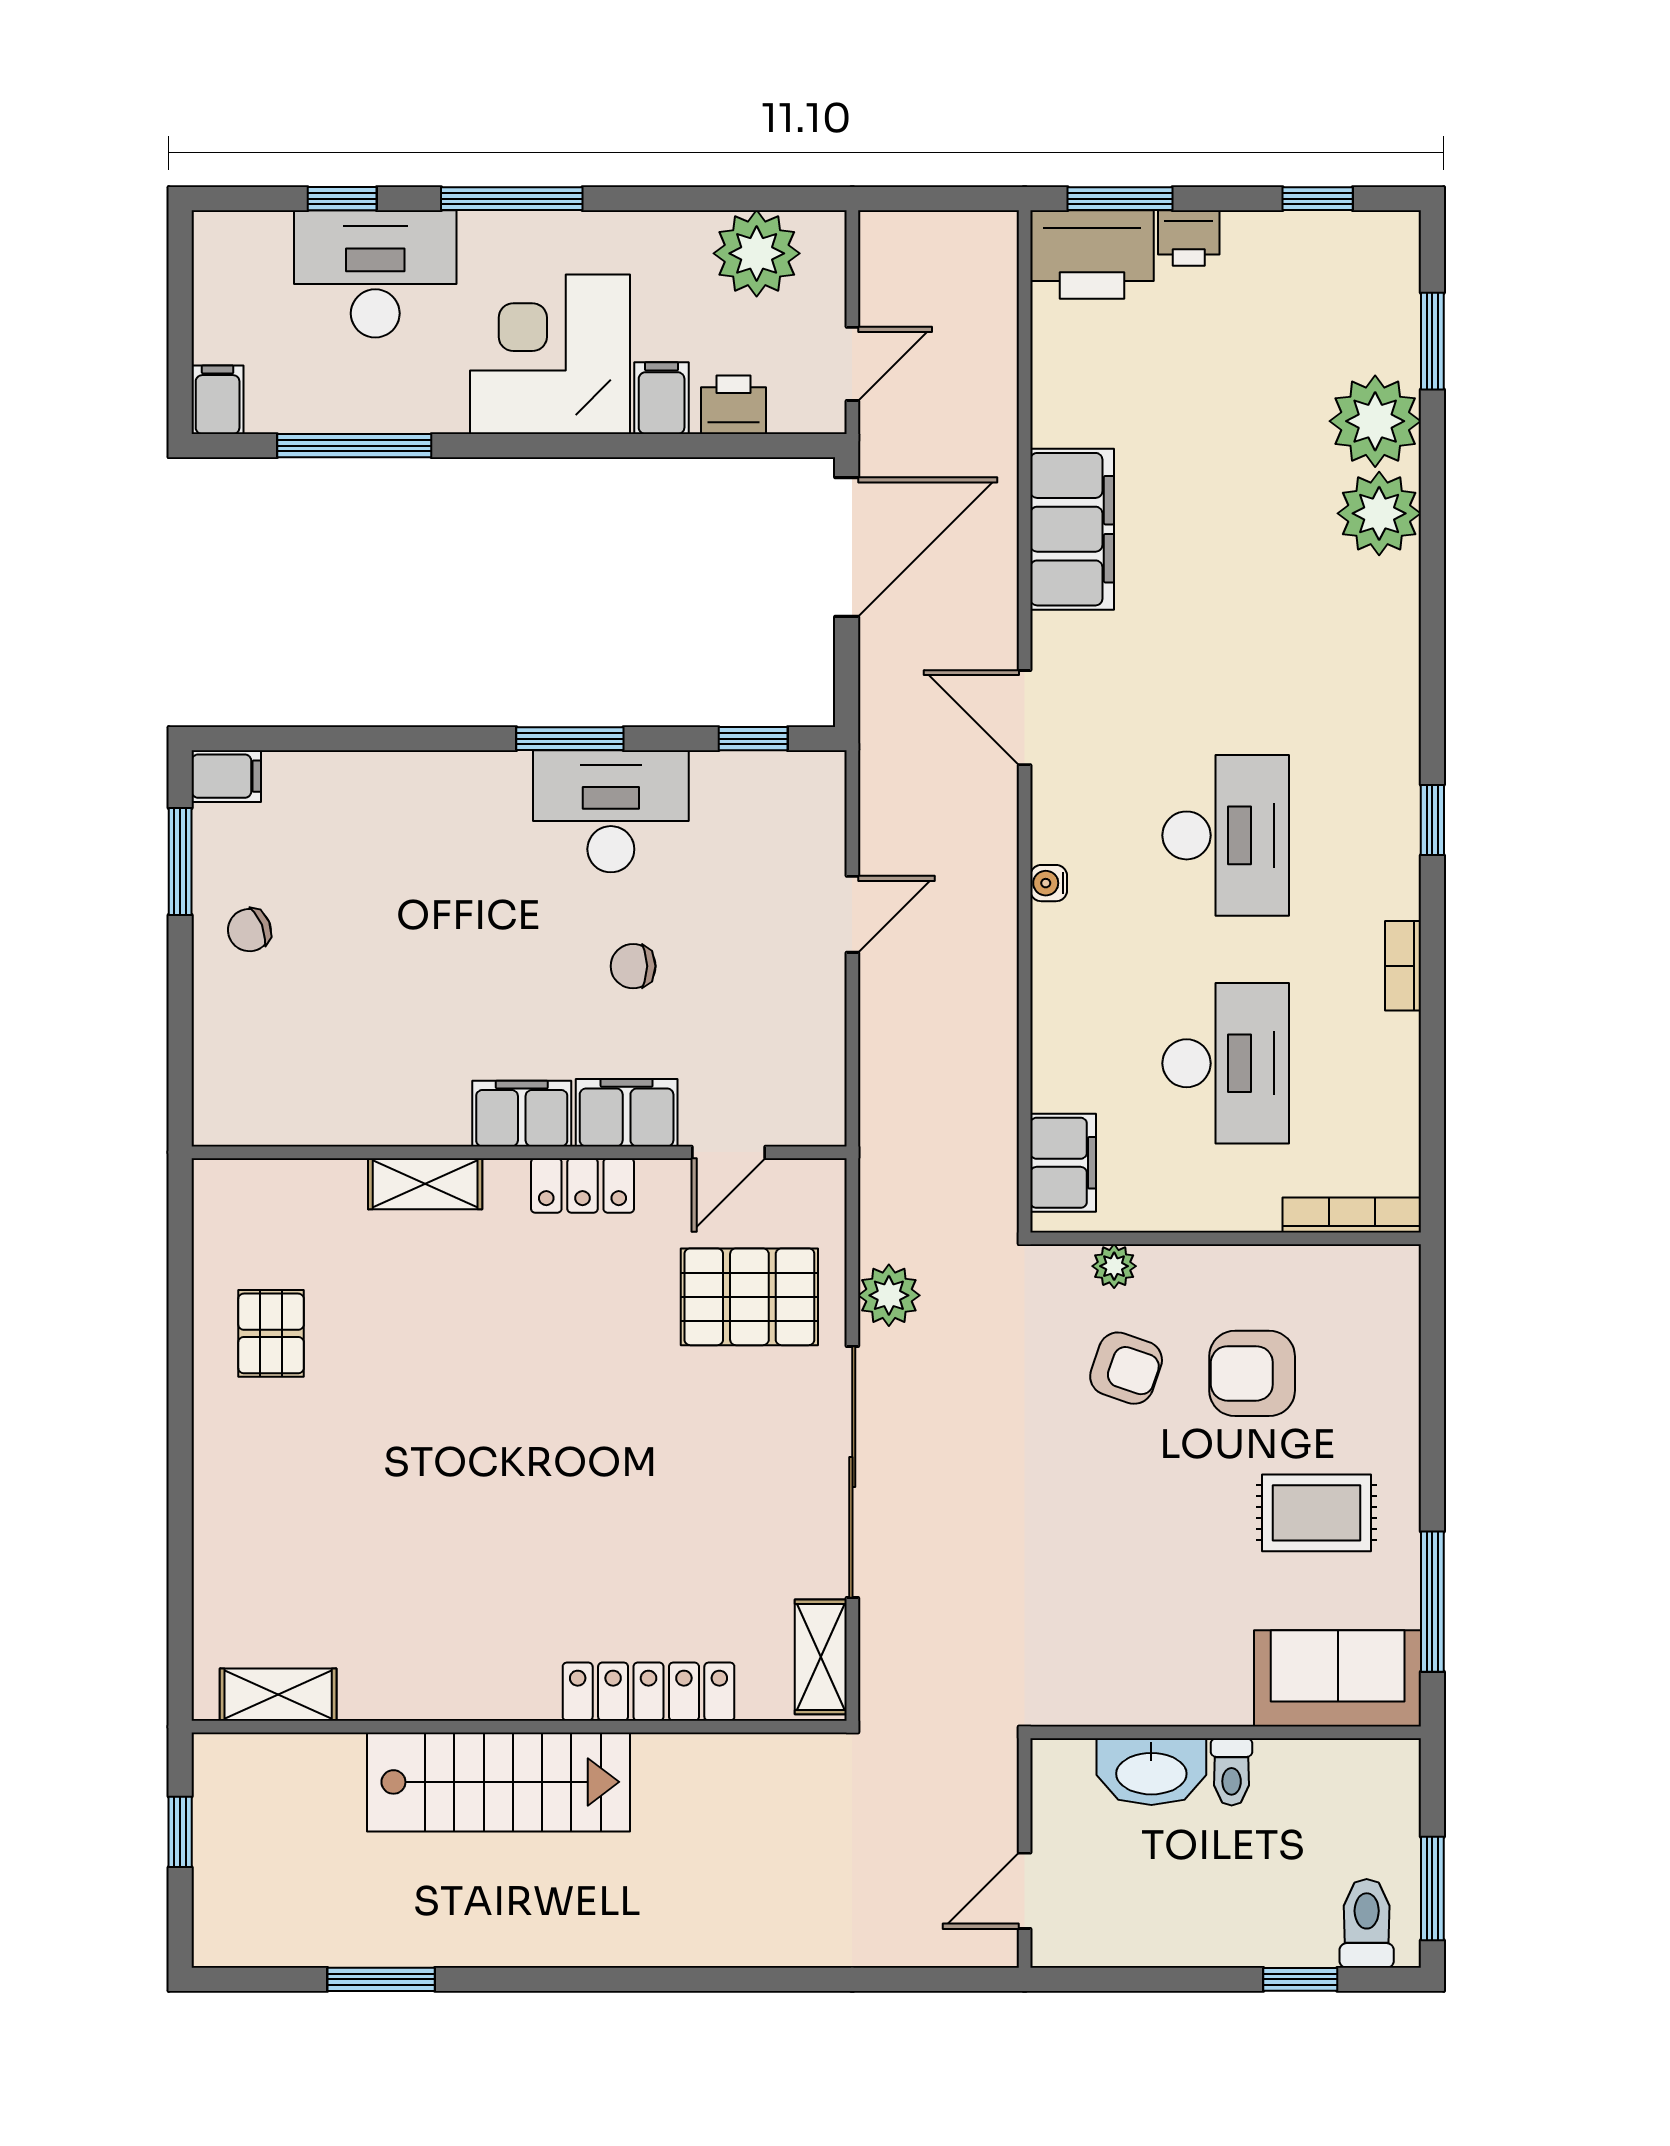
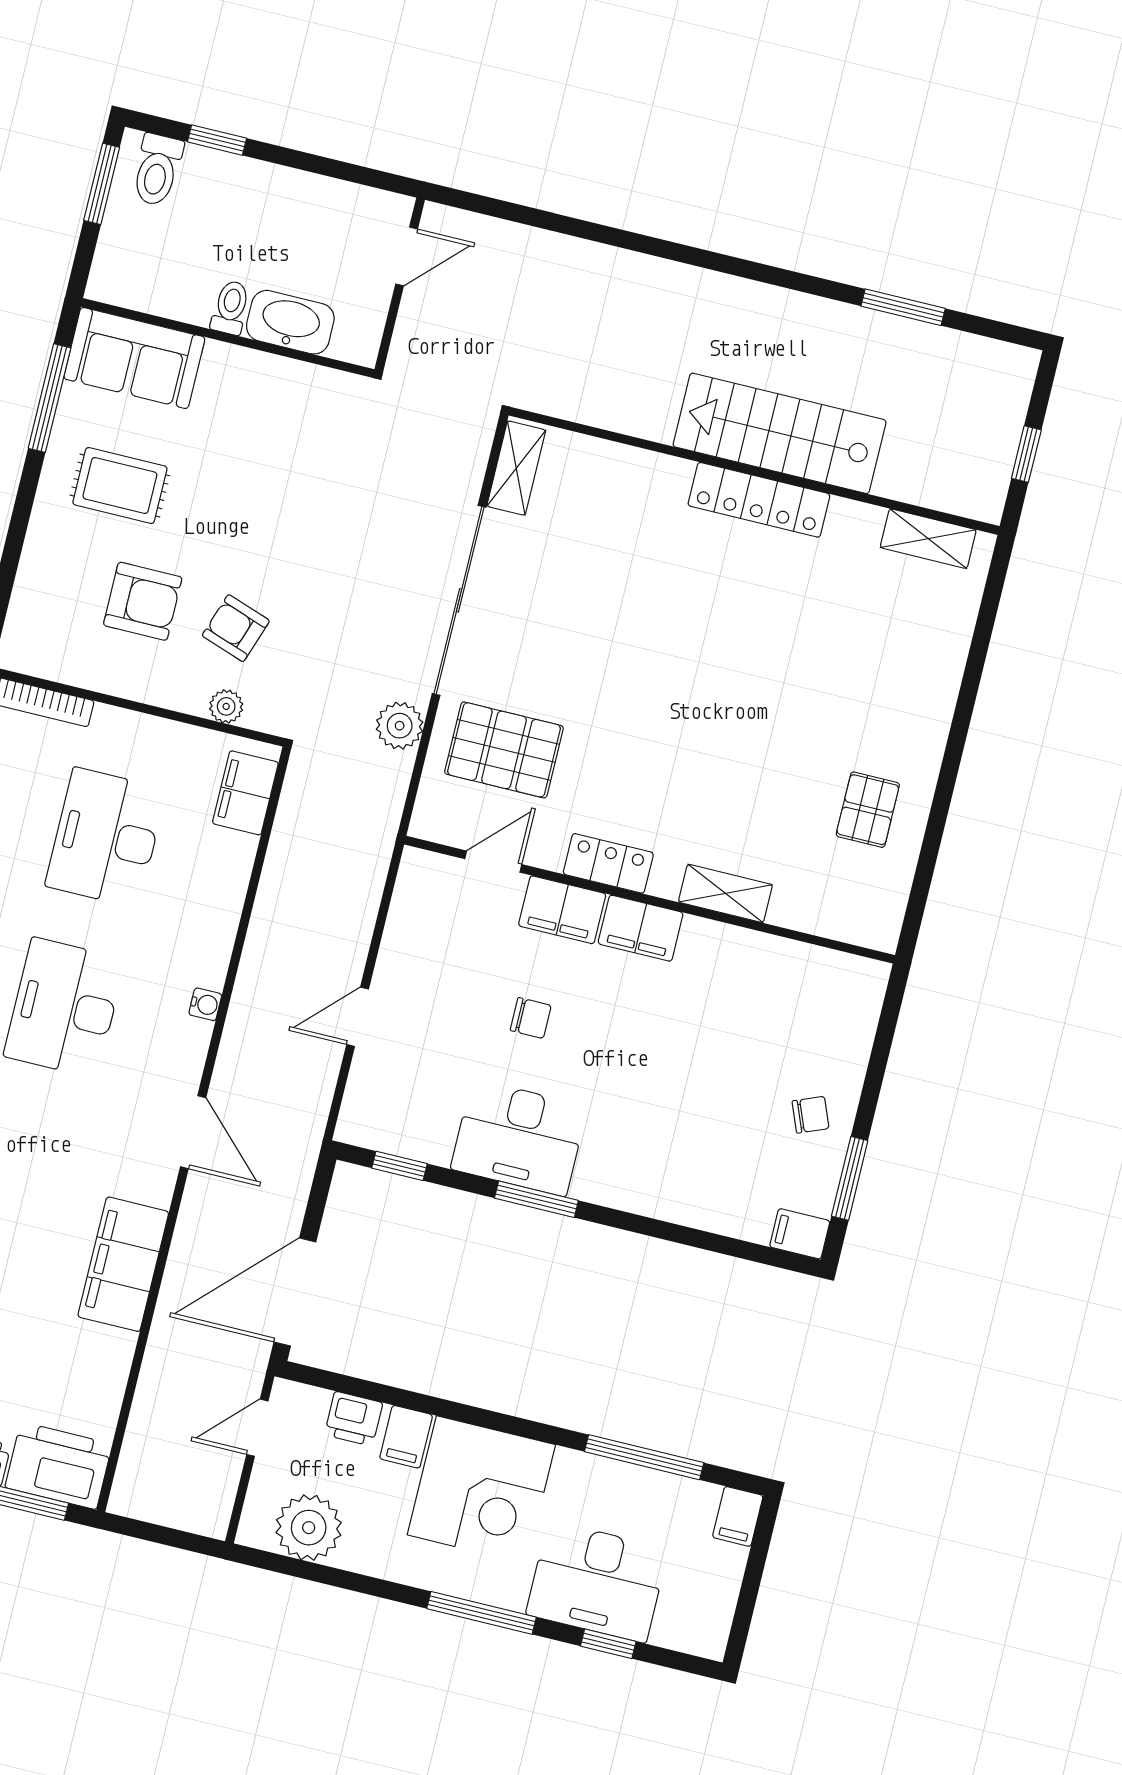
locker: (649, 1692) -> (759, 500), moved

